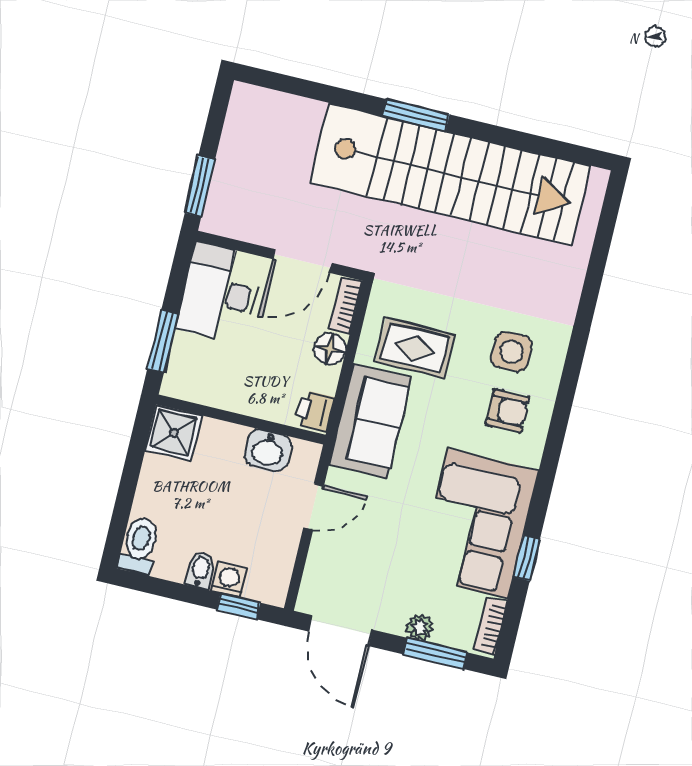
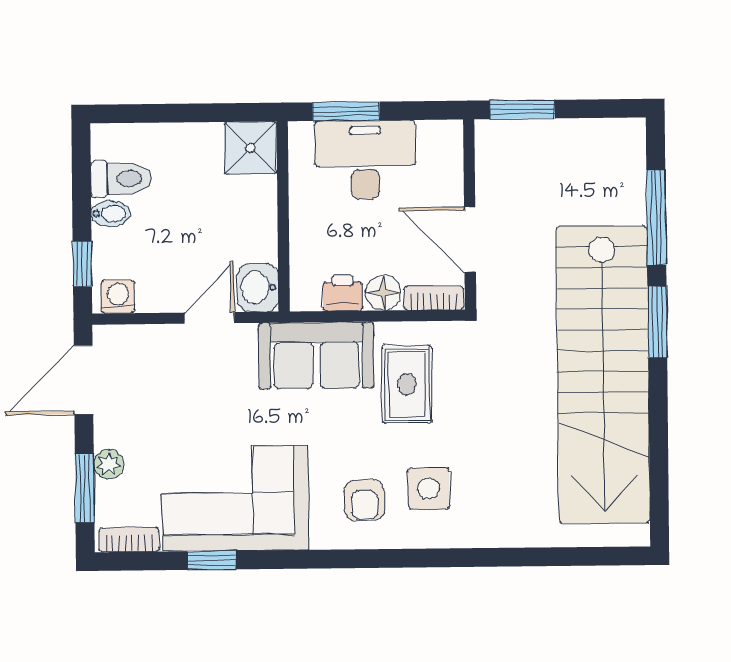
window: (324, 93) -> (656, 217), added
desk: (219, 293) -> (365, 160), moved
printer: (315, 411) -> (343, 293), moved
washbasin: (268, 450) -> (258, 288), moved
door: (314, 507) -> (209, 318), swing flipped
toilet: (139, 545) -> (121, 179), moved
washing machine: (229, 580) -> (118, 297), moved, turned -90

